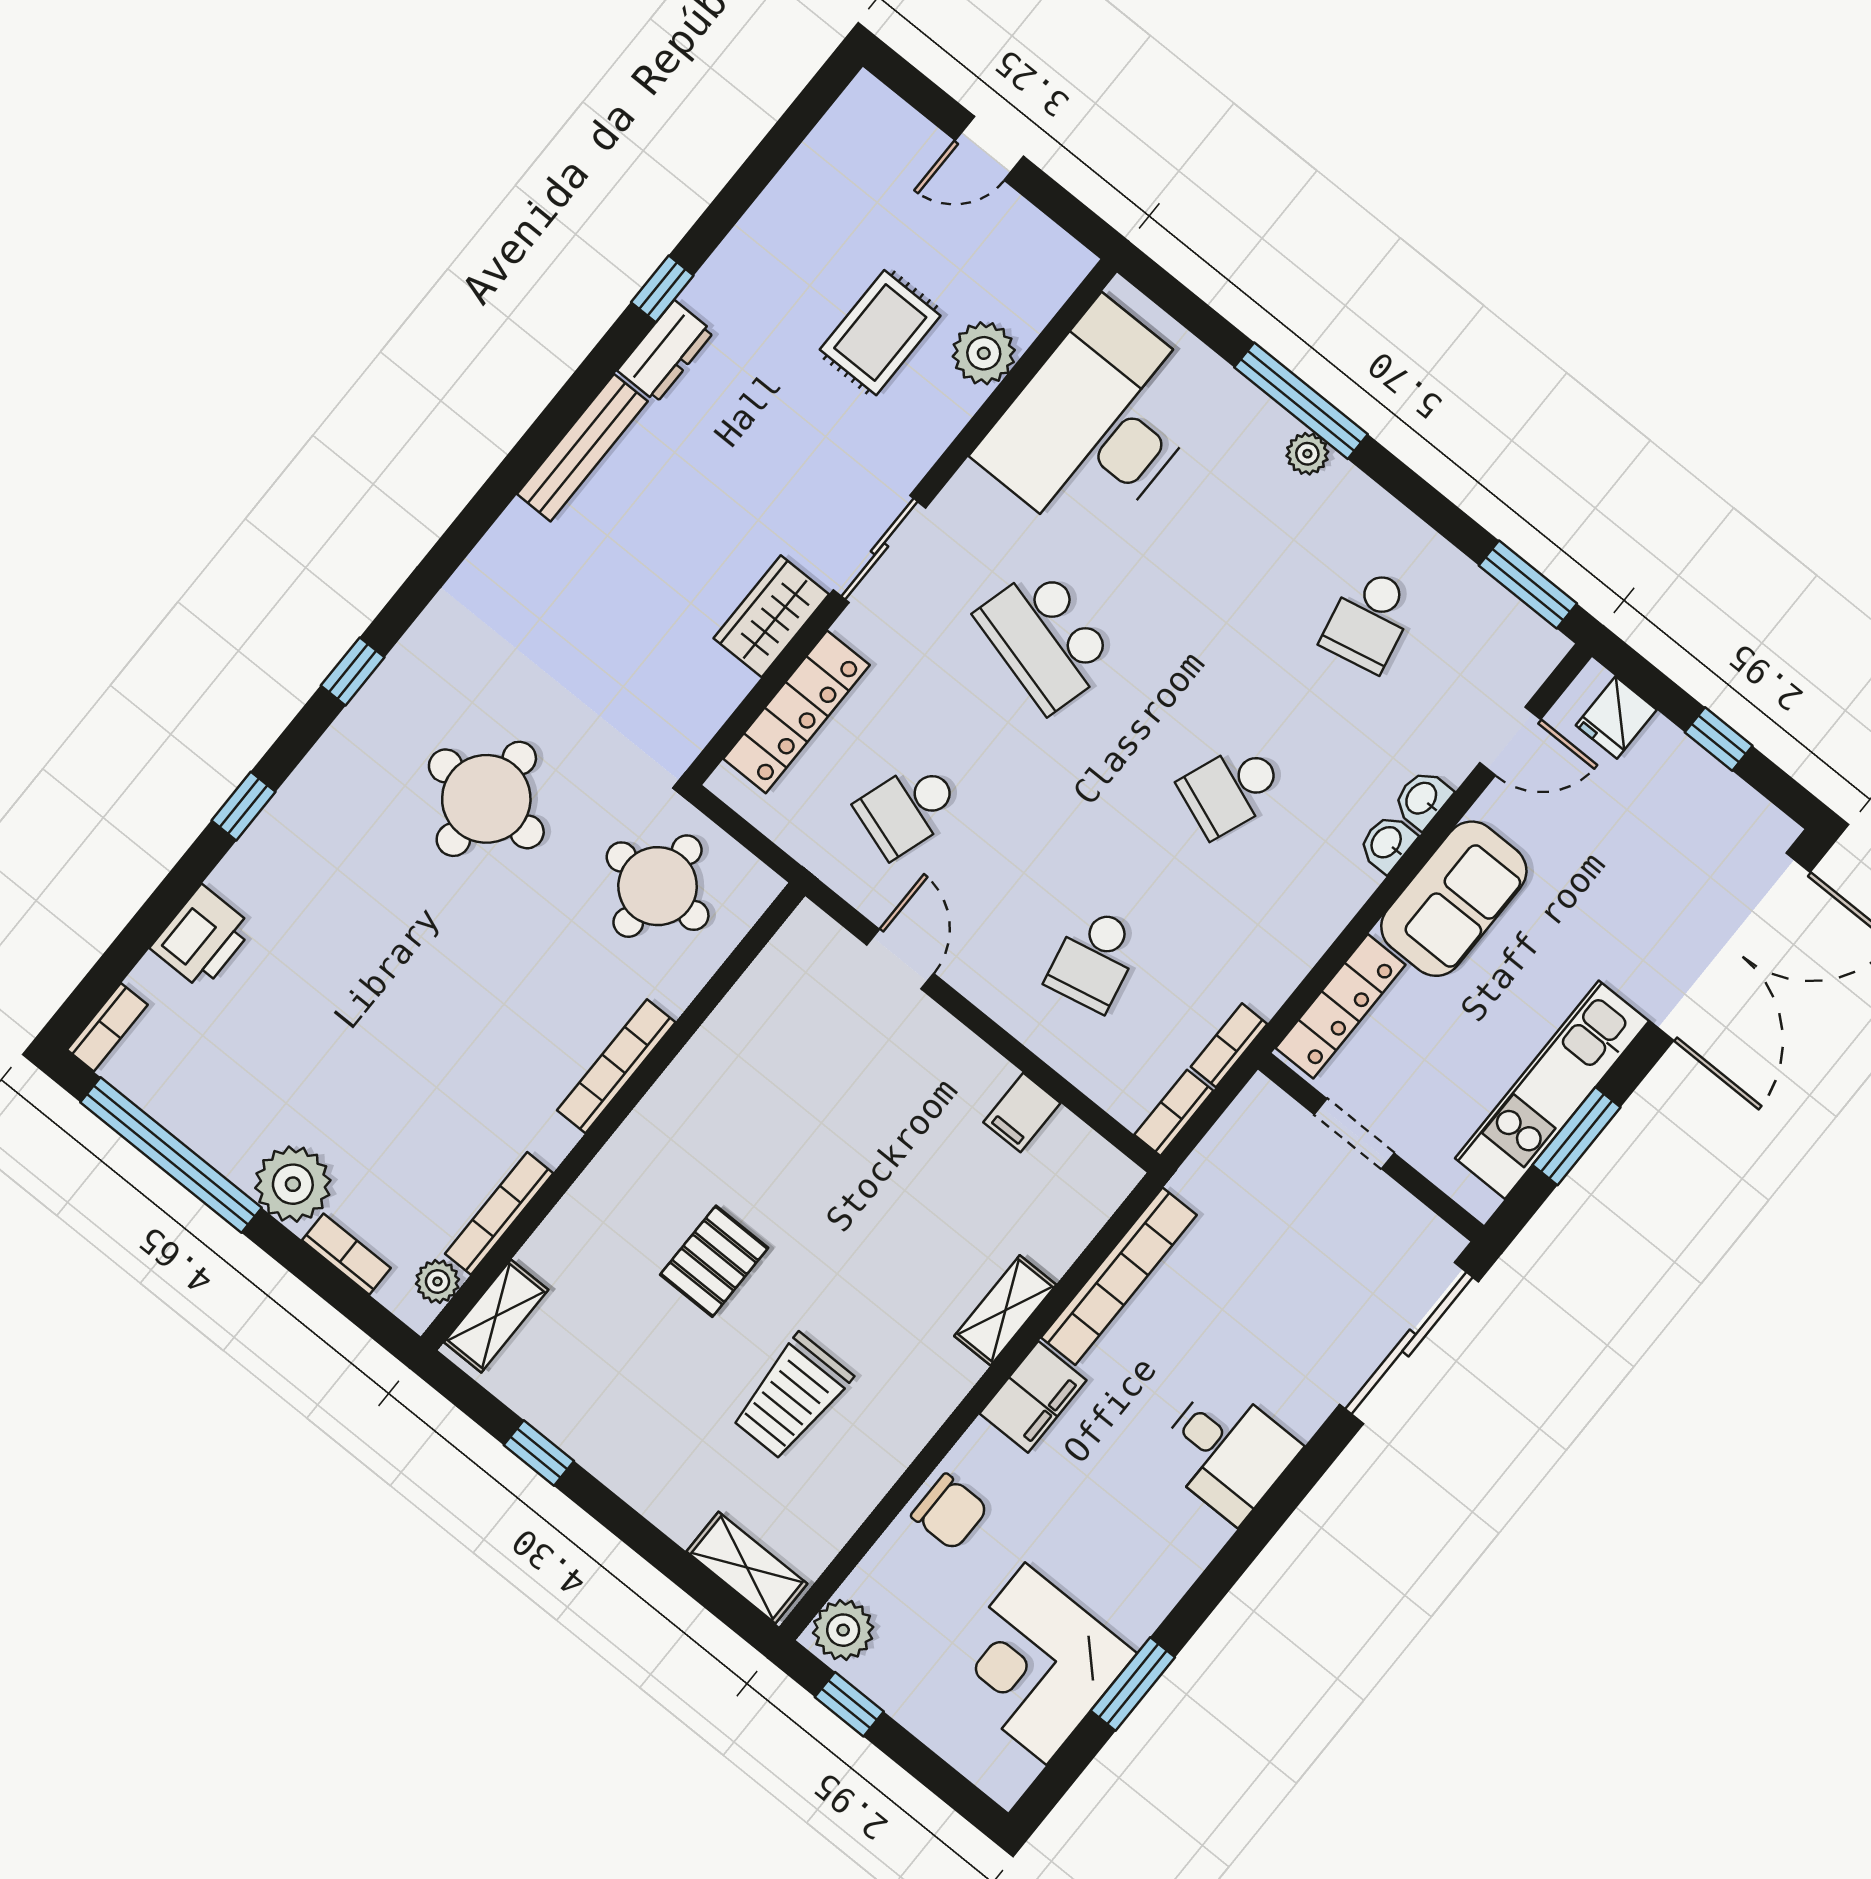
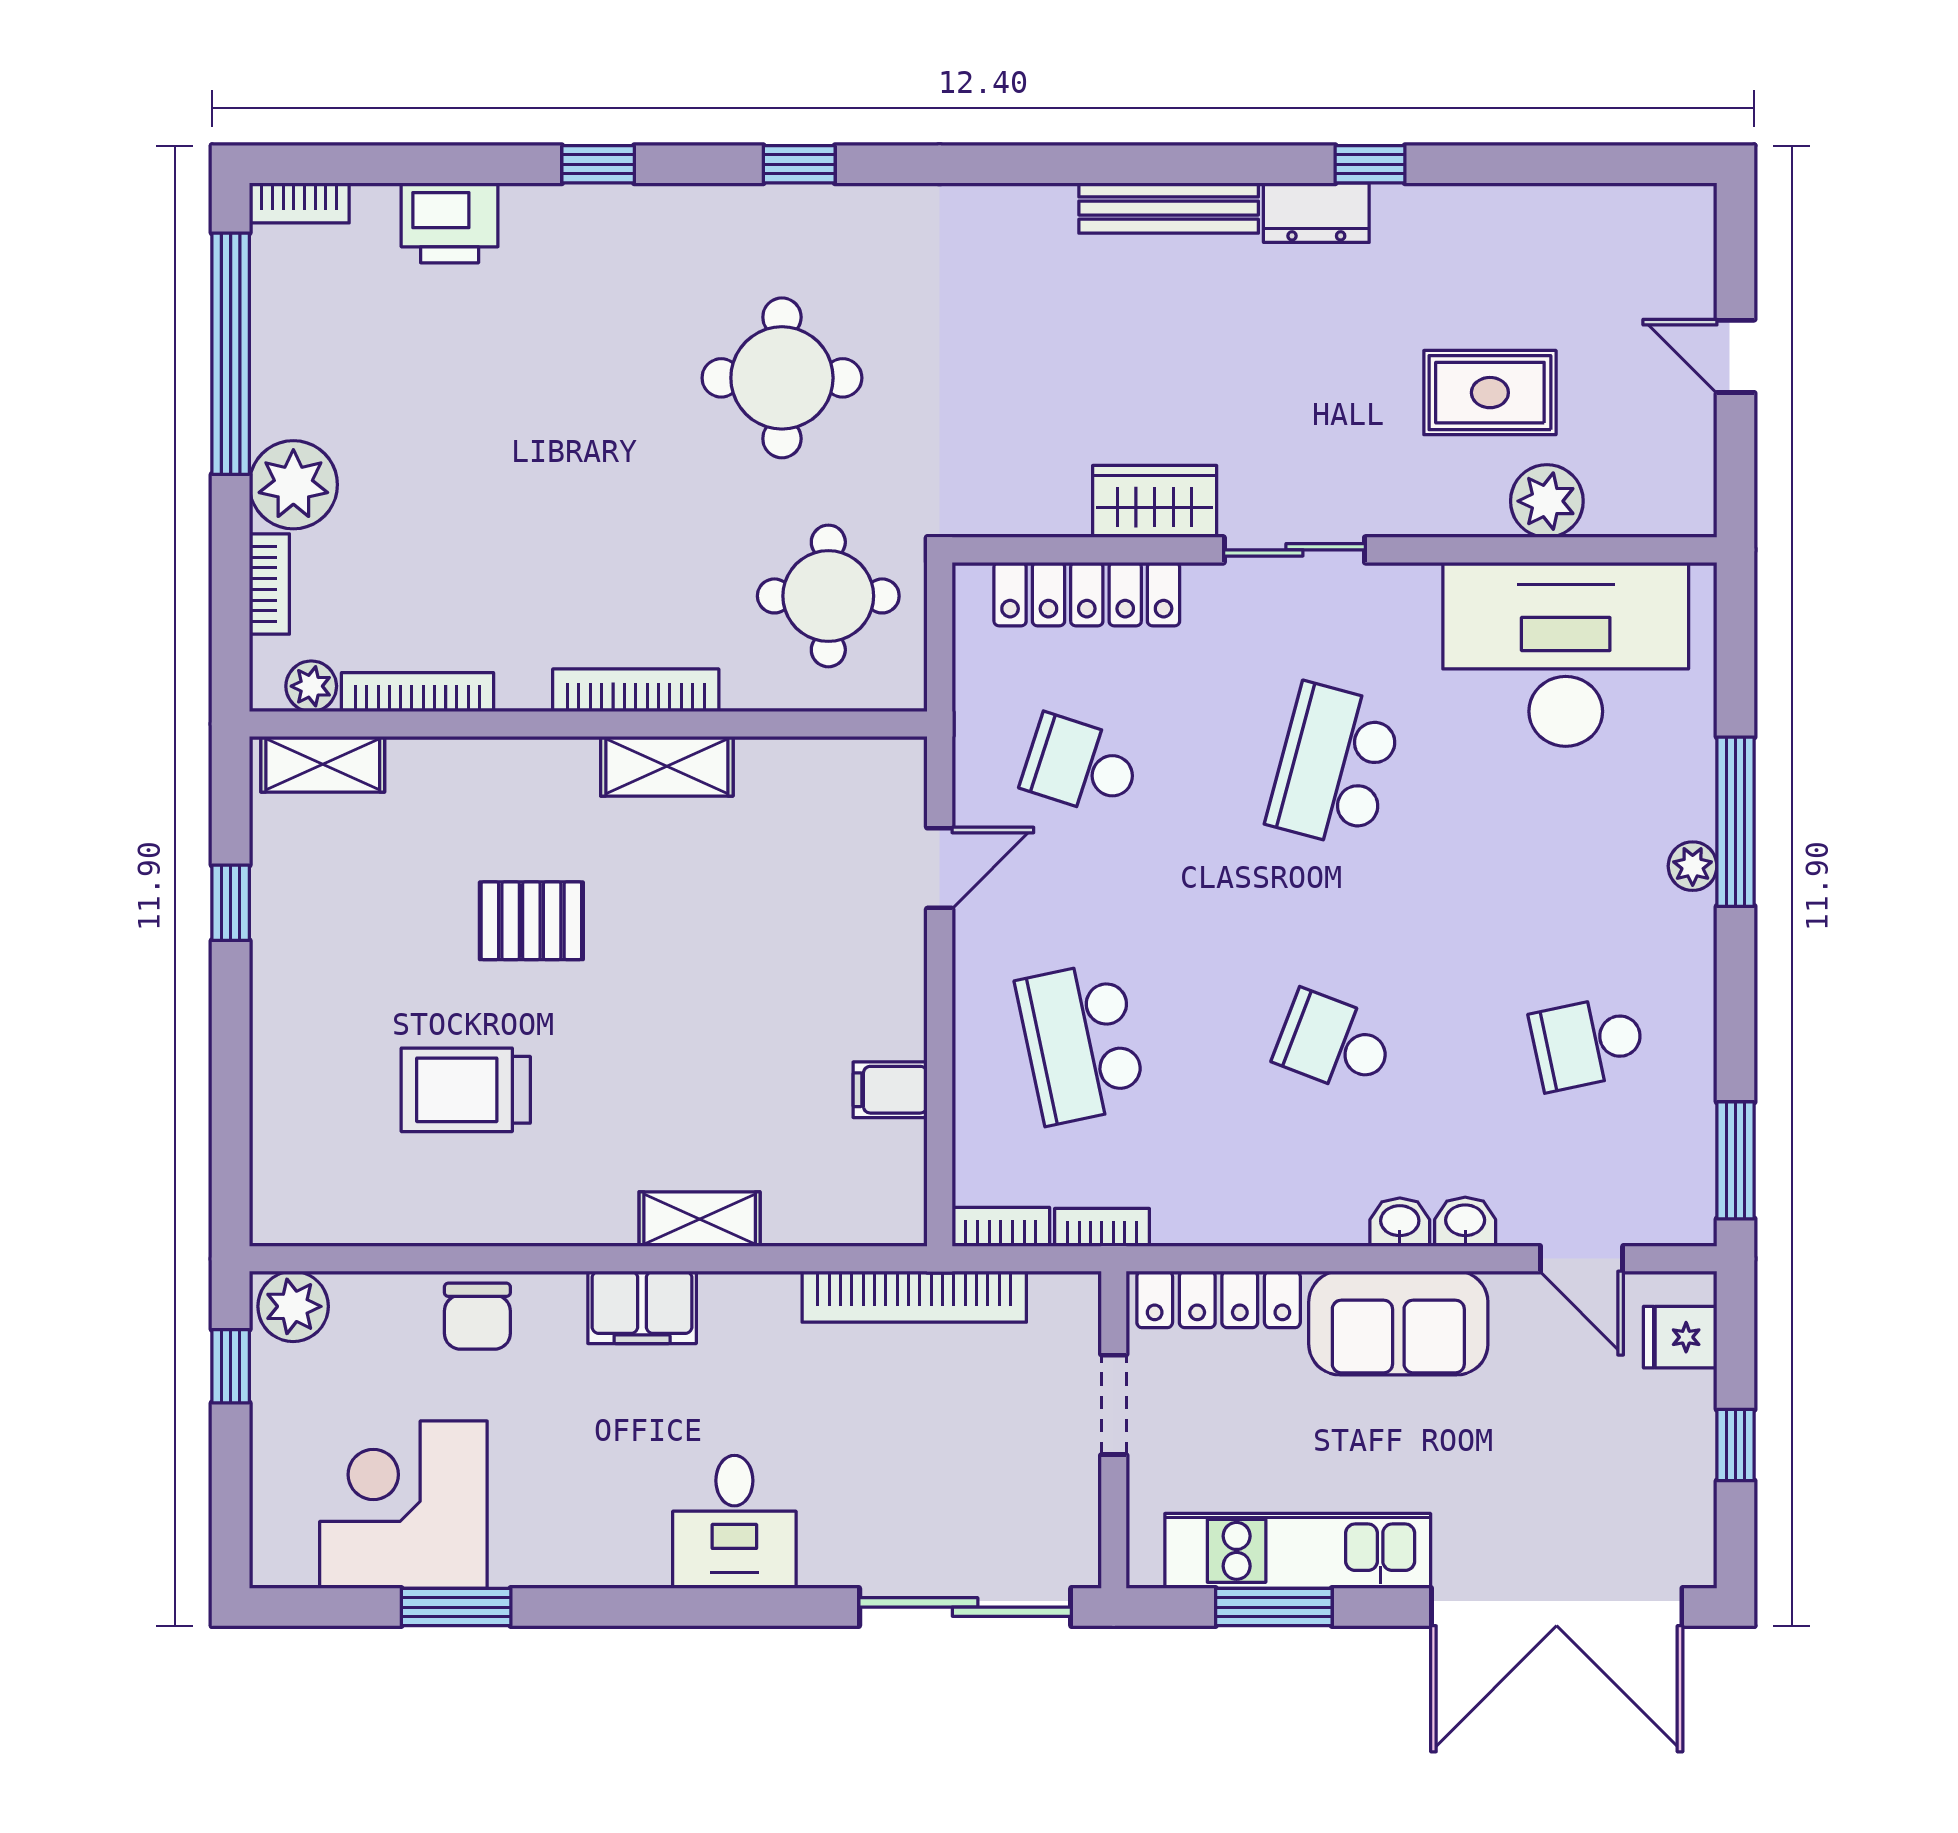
school desk: (1094, 959) -> (1081, 1043), width x1.85
bookcase: (1119, 1276) -> (914, 1297), moved
shelving: (747, 1568) -> (667, 766), moved, turned 90

